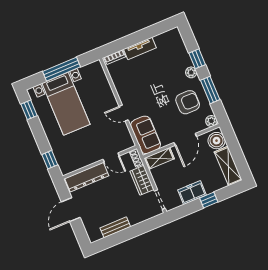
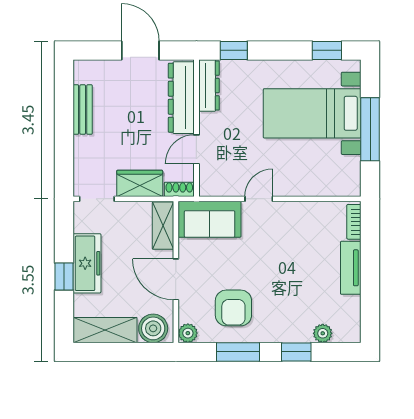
plant: (191, 72) -> (323, 333), moved
dresser: (74, 165) -> (209, 86), added
freezer: (192, 192) -> (87, 263), width x1.40

